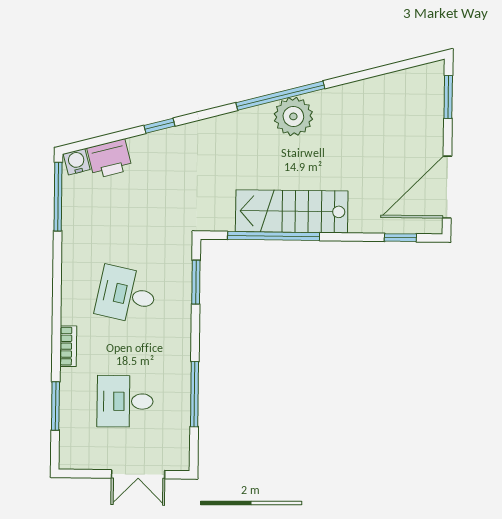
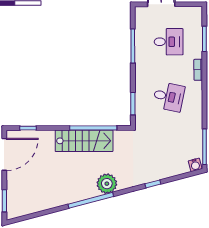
plant: (293, 116) -> (107, 184), moved
printer: (109, 159) -> (178, 167), removed

